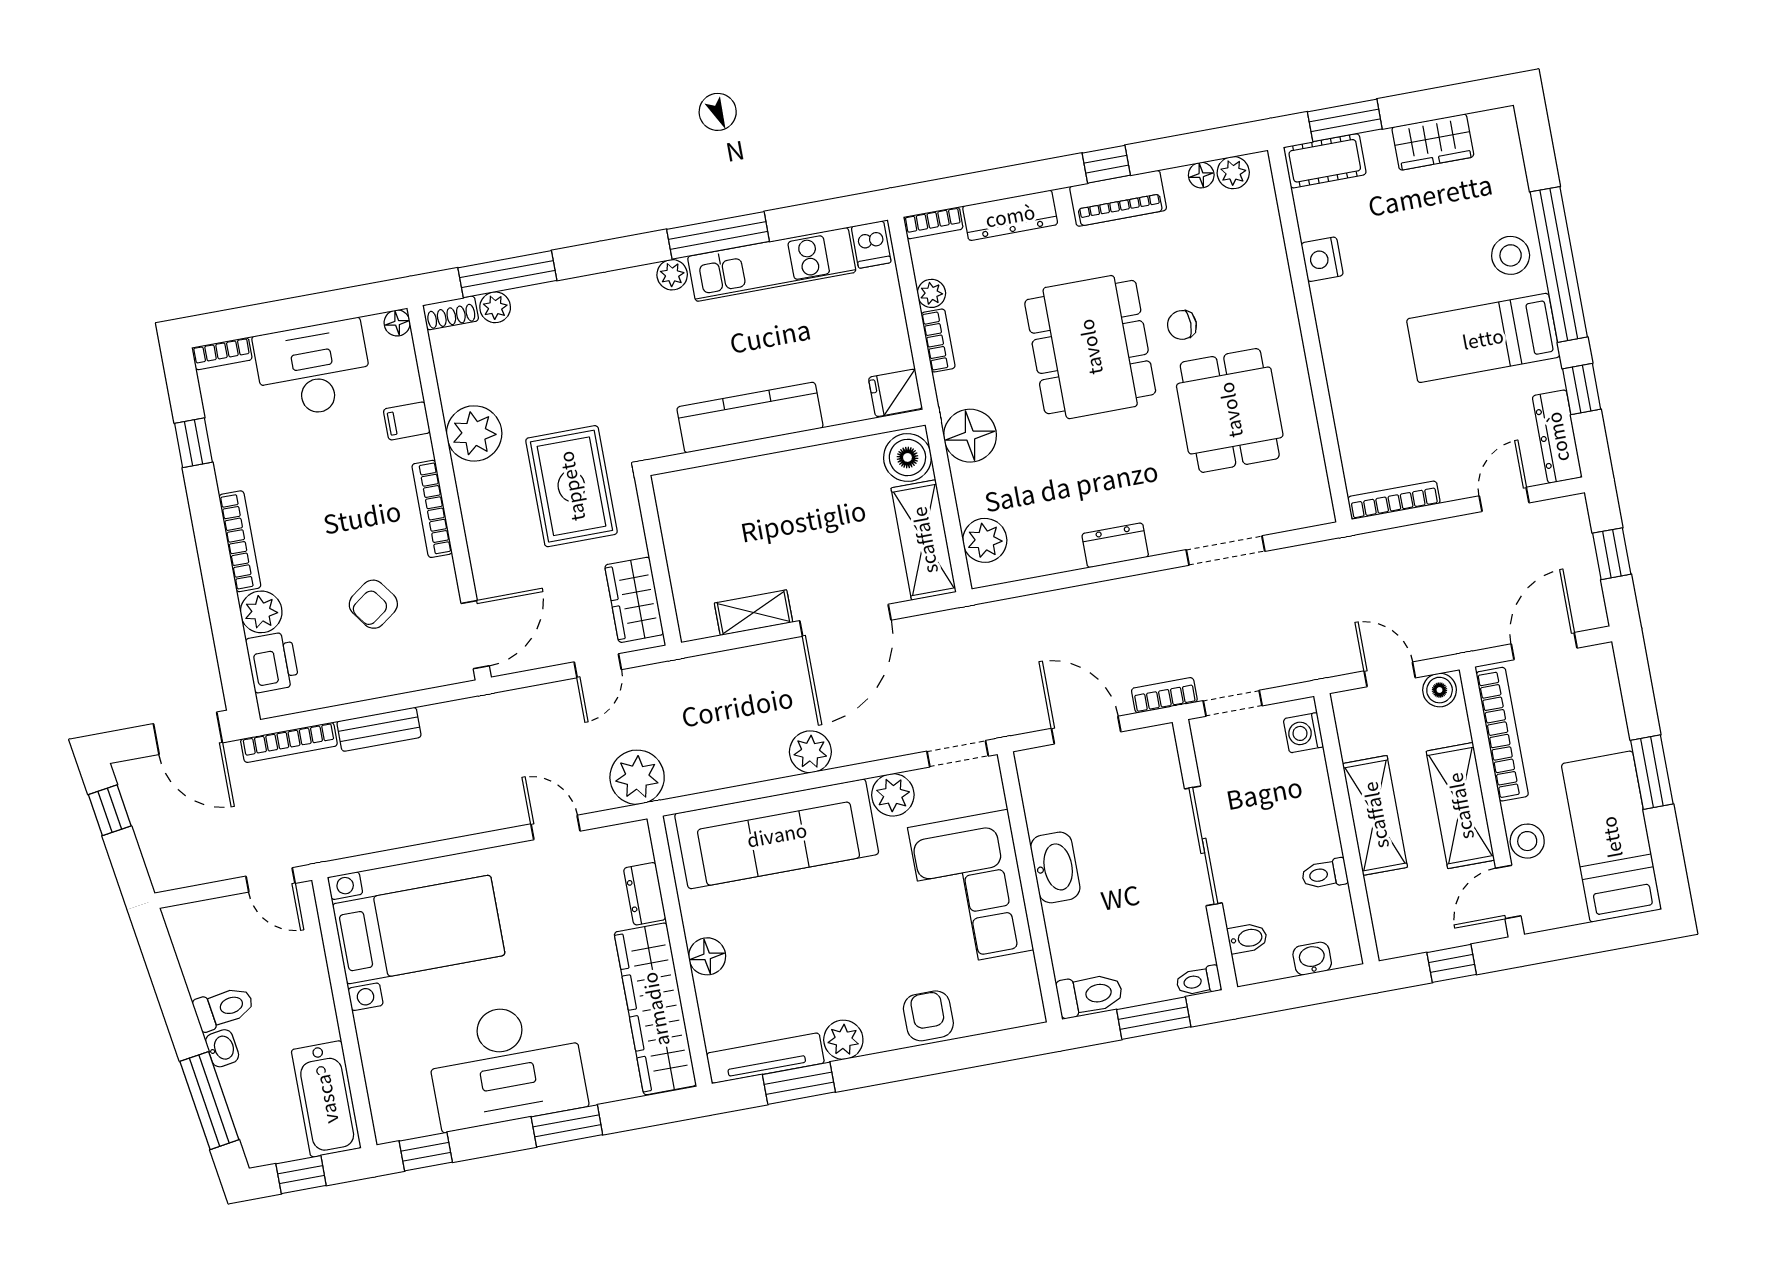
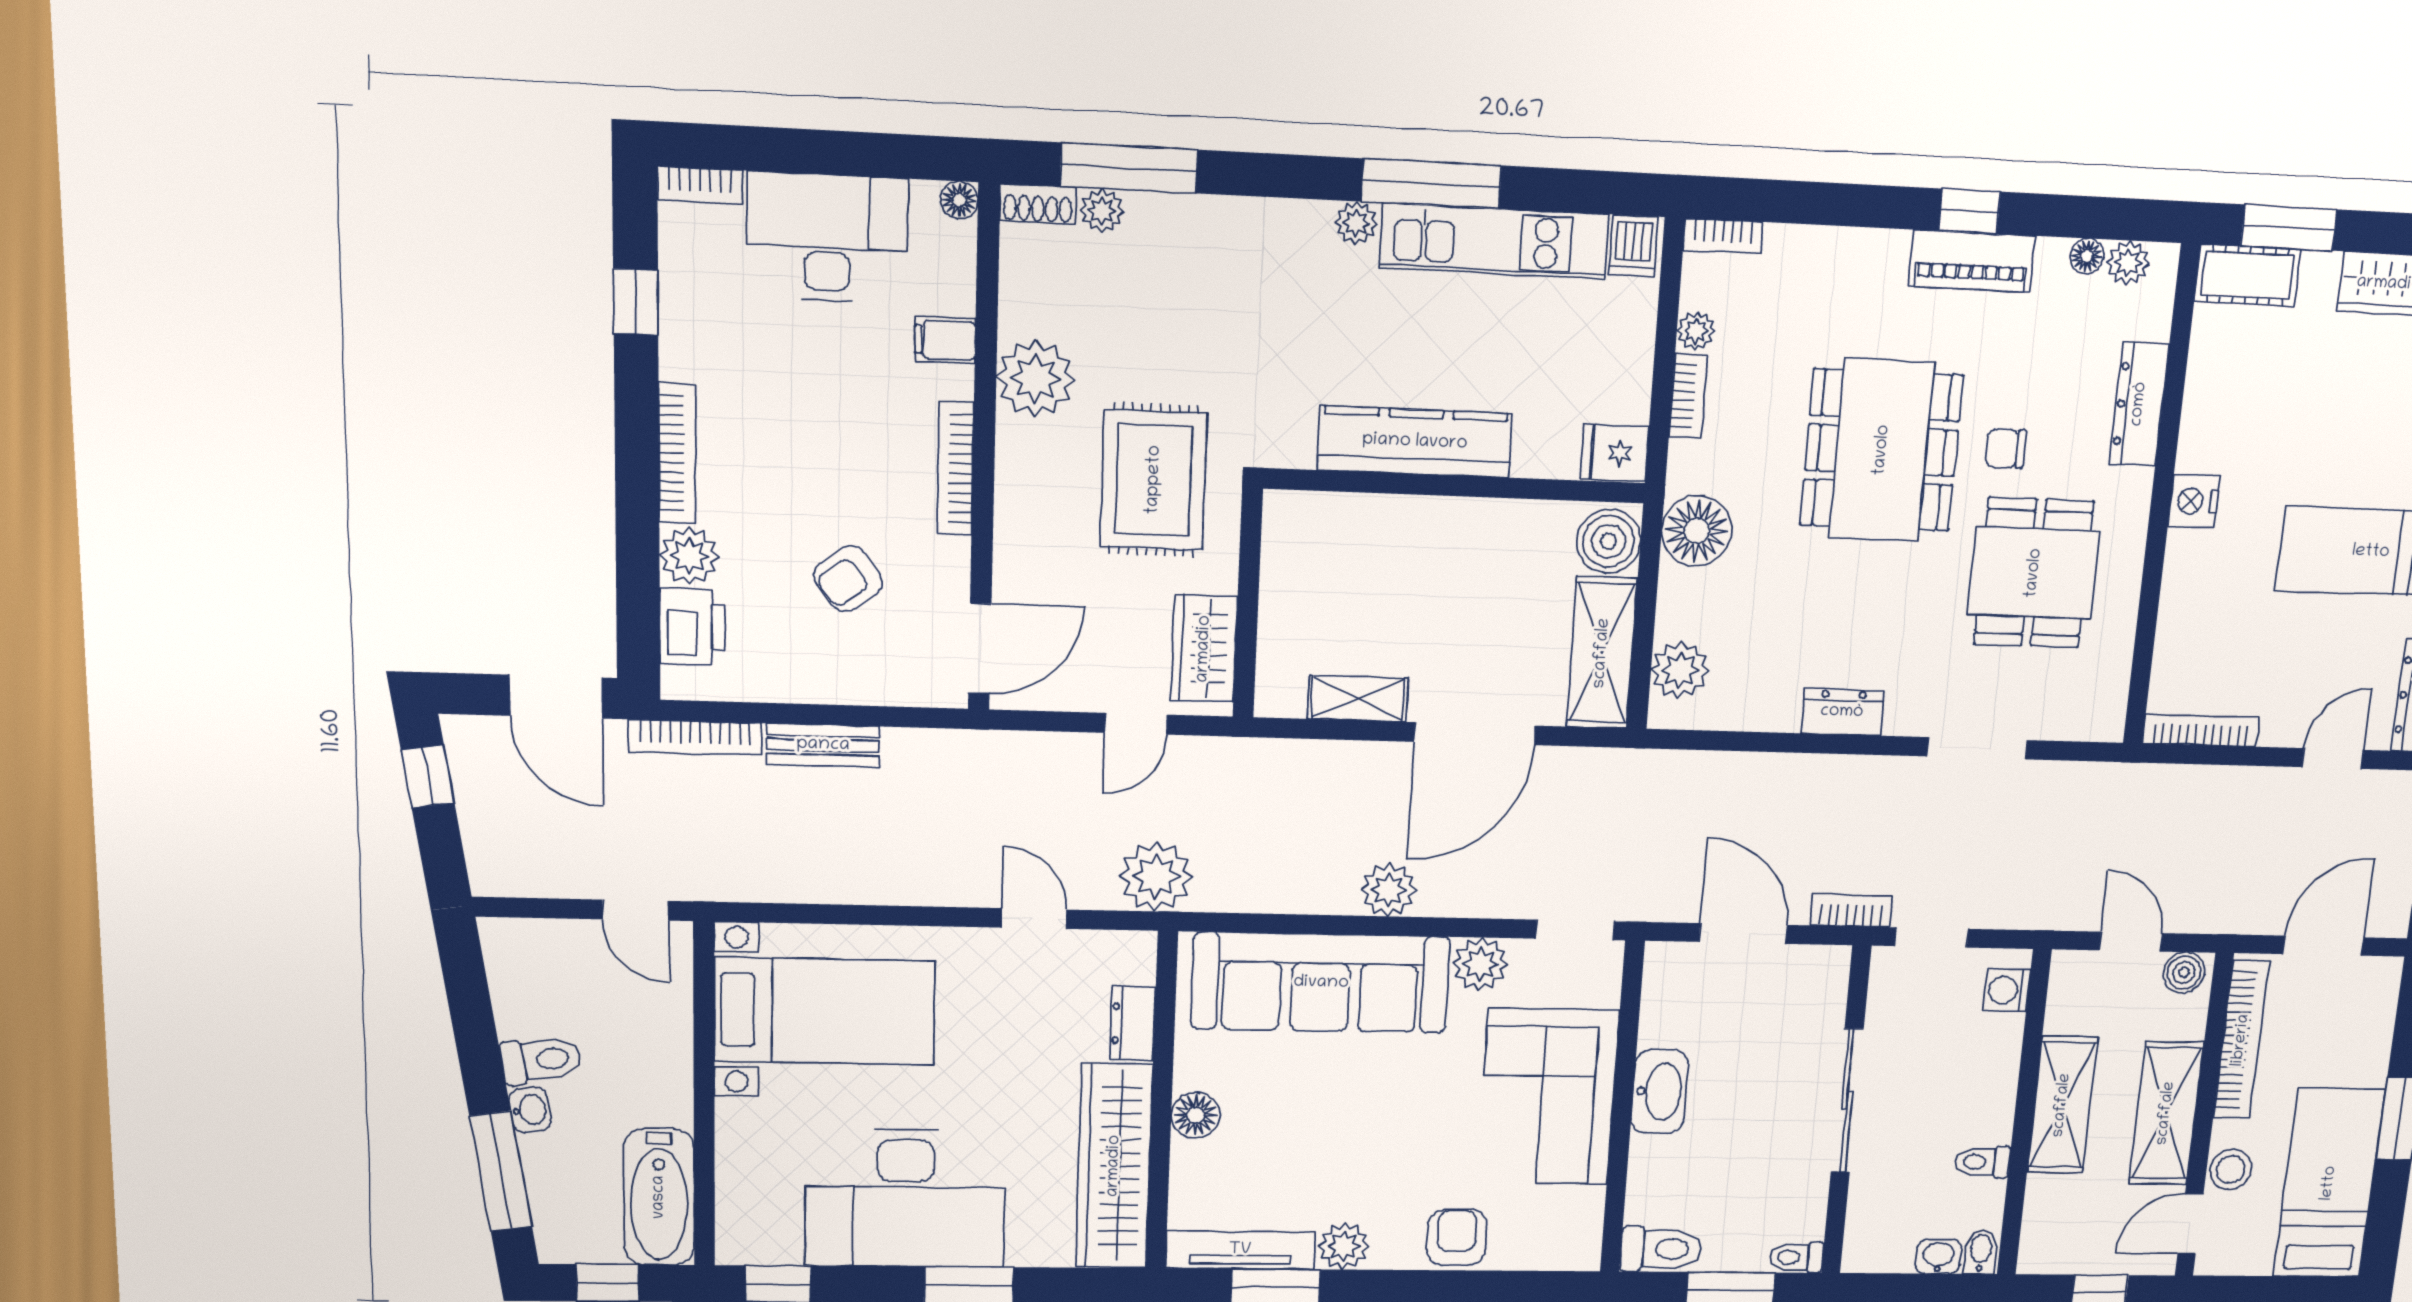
dresser: (1010, 215) -> (2139, 404), moved, turned 90
nightstand: (1322, 259) -> (2194, 501), moved
bidet: (1247, 938) -> (1981, 1252), moved, turned -90

